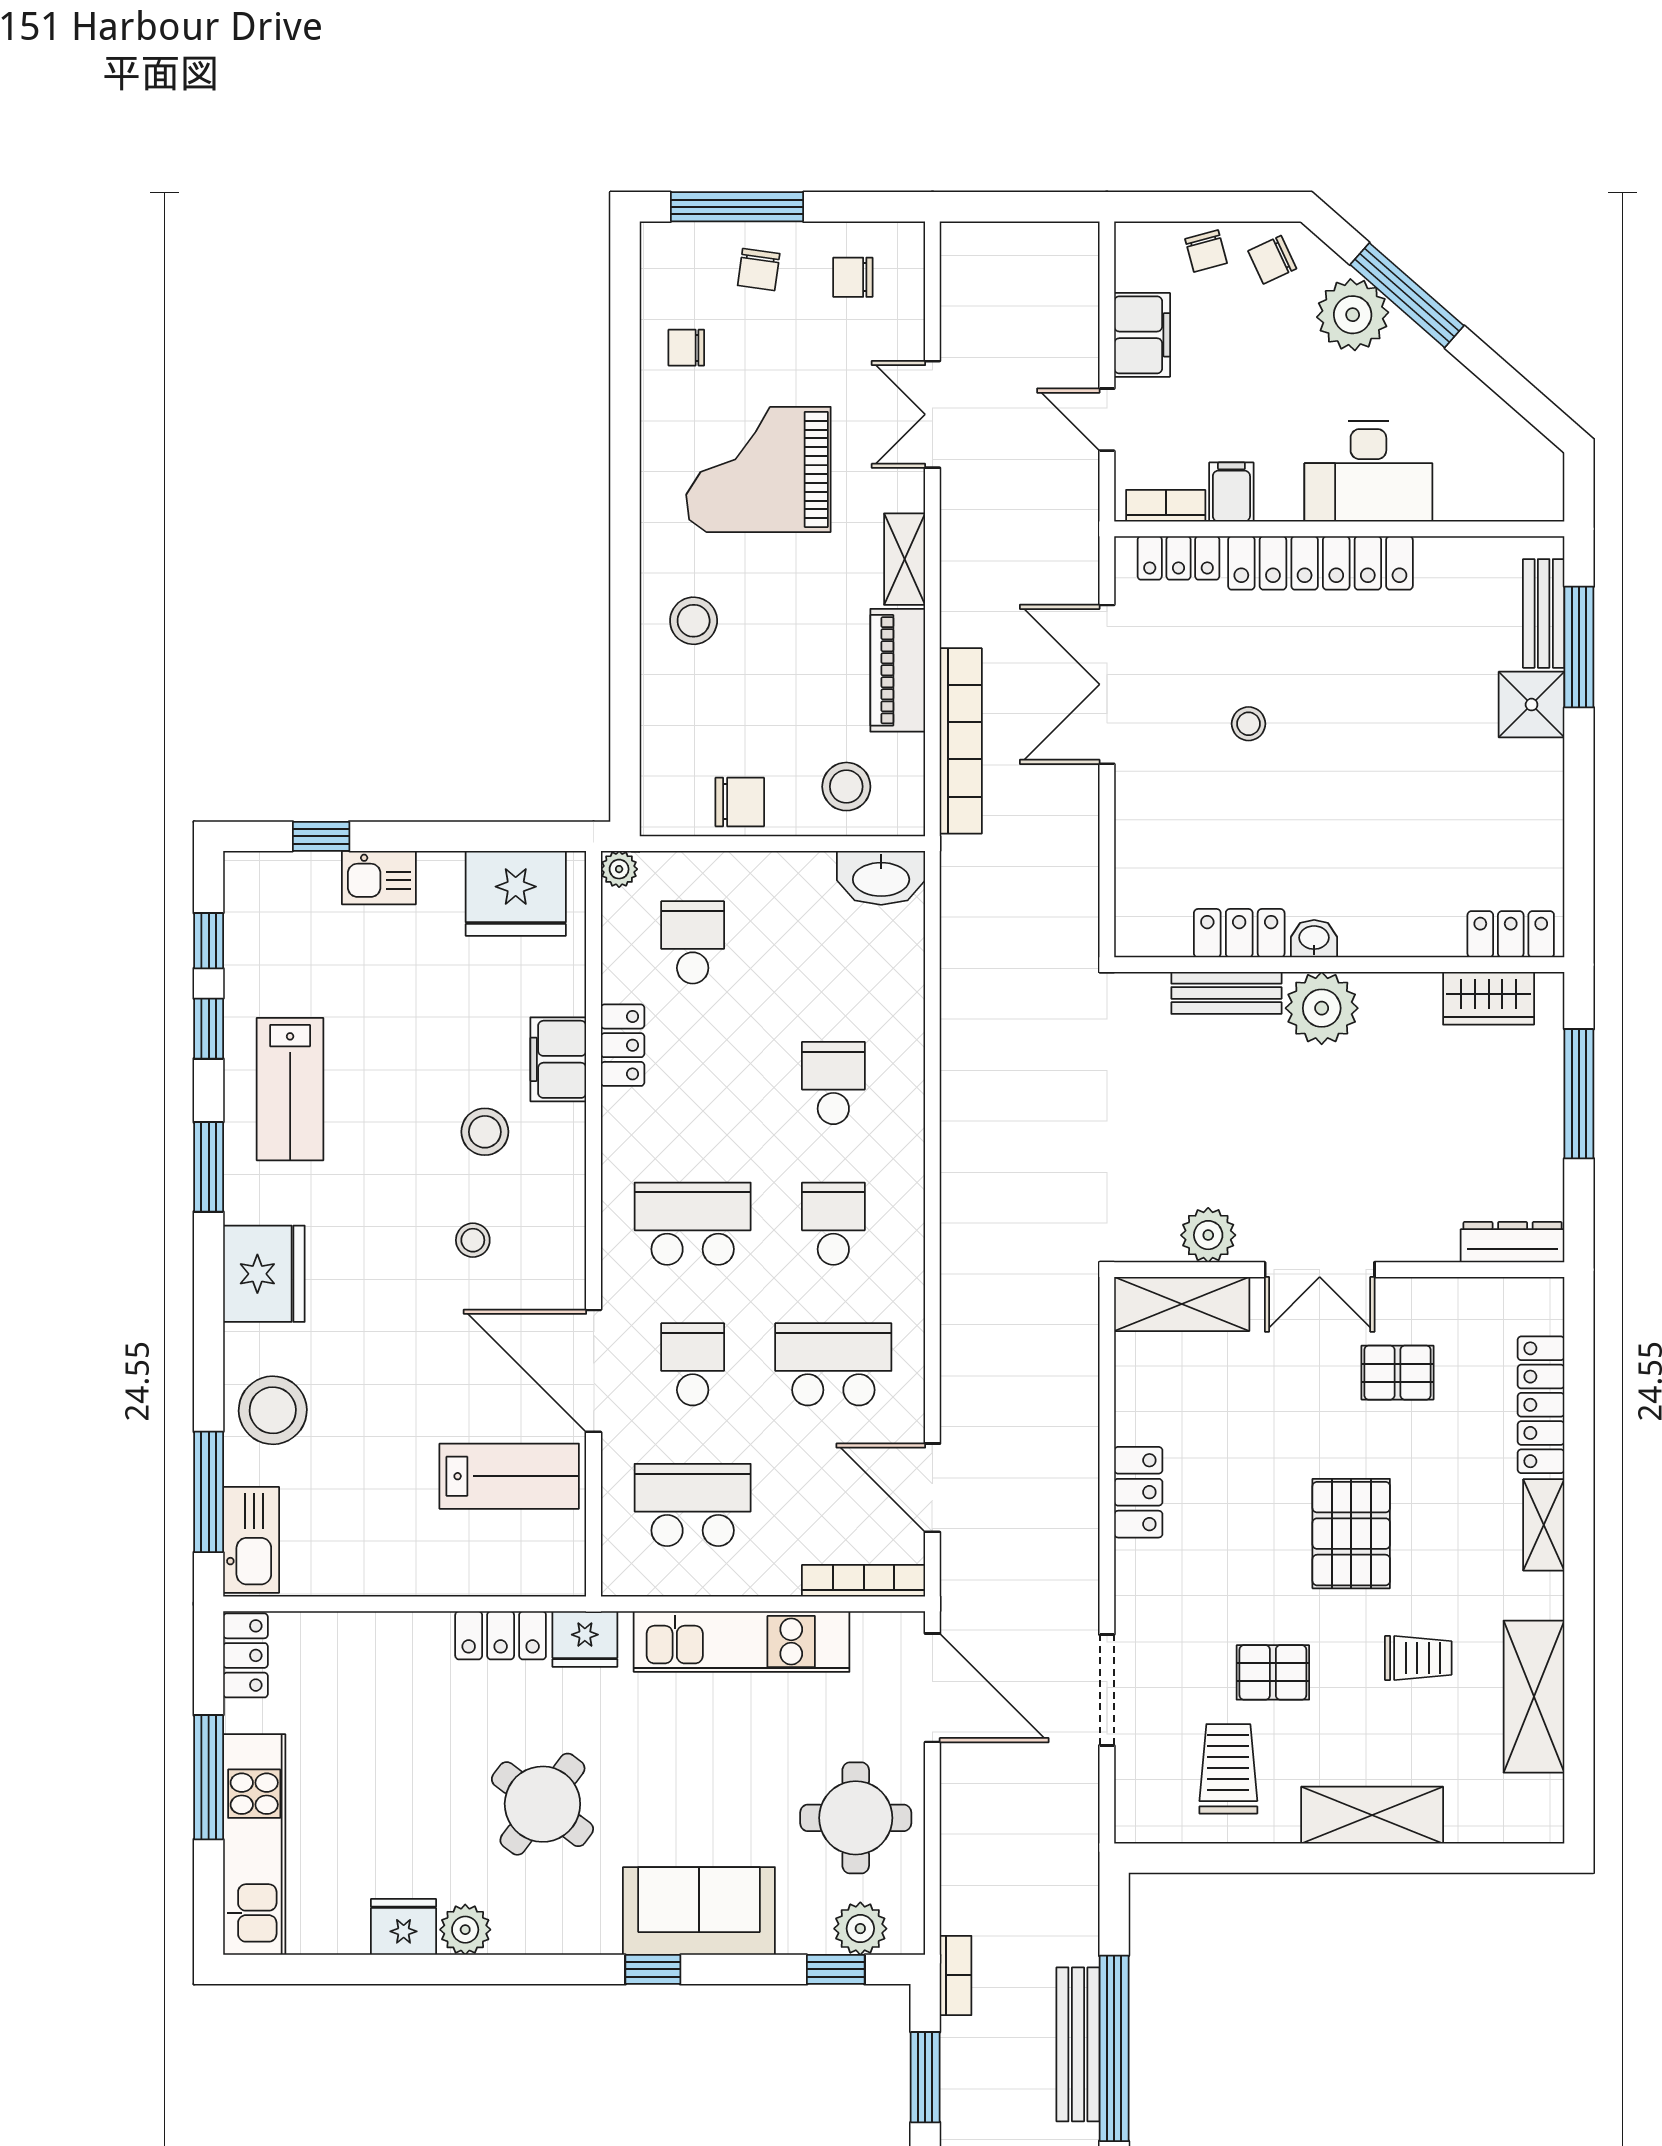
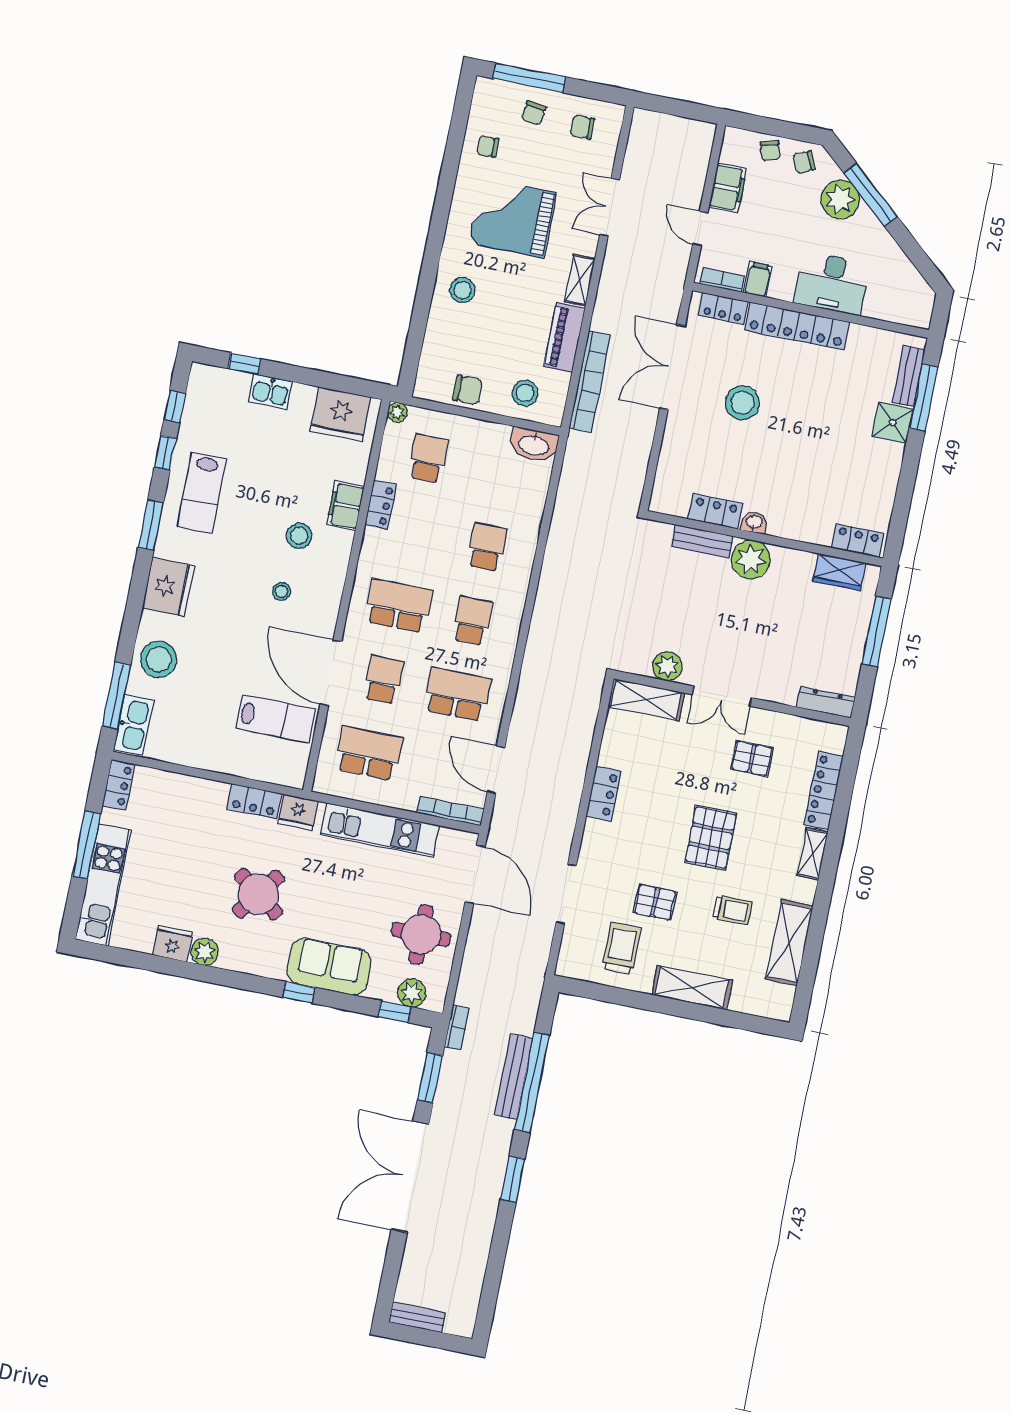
stool: (1249, 724) -> (742, 403), width x1.89, depth x1.89

